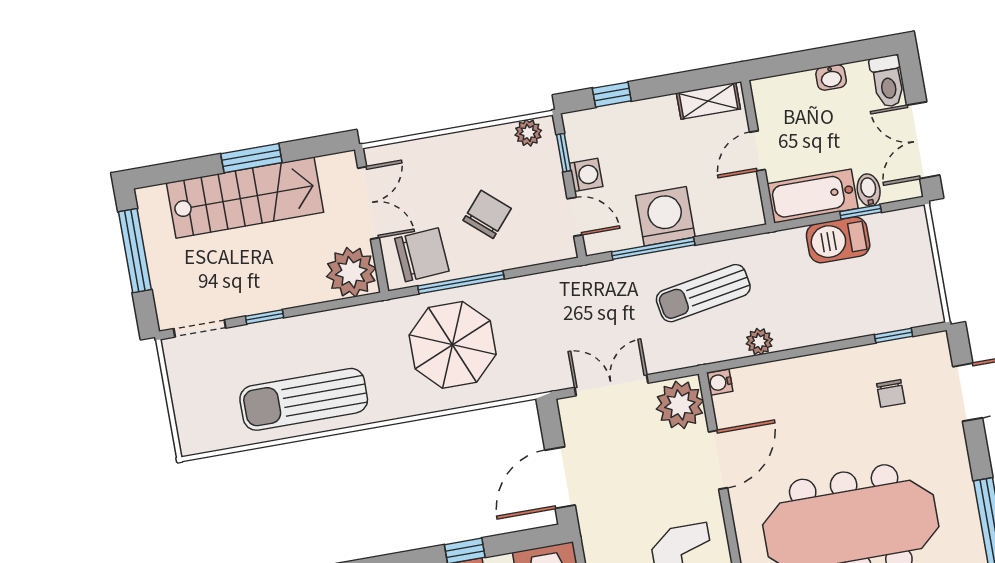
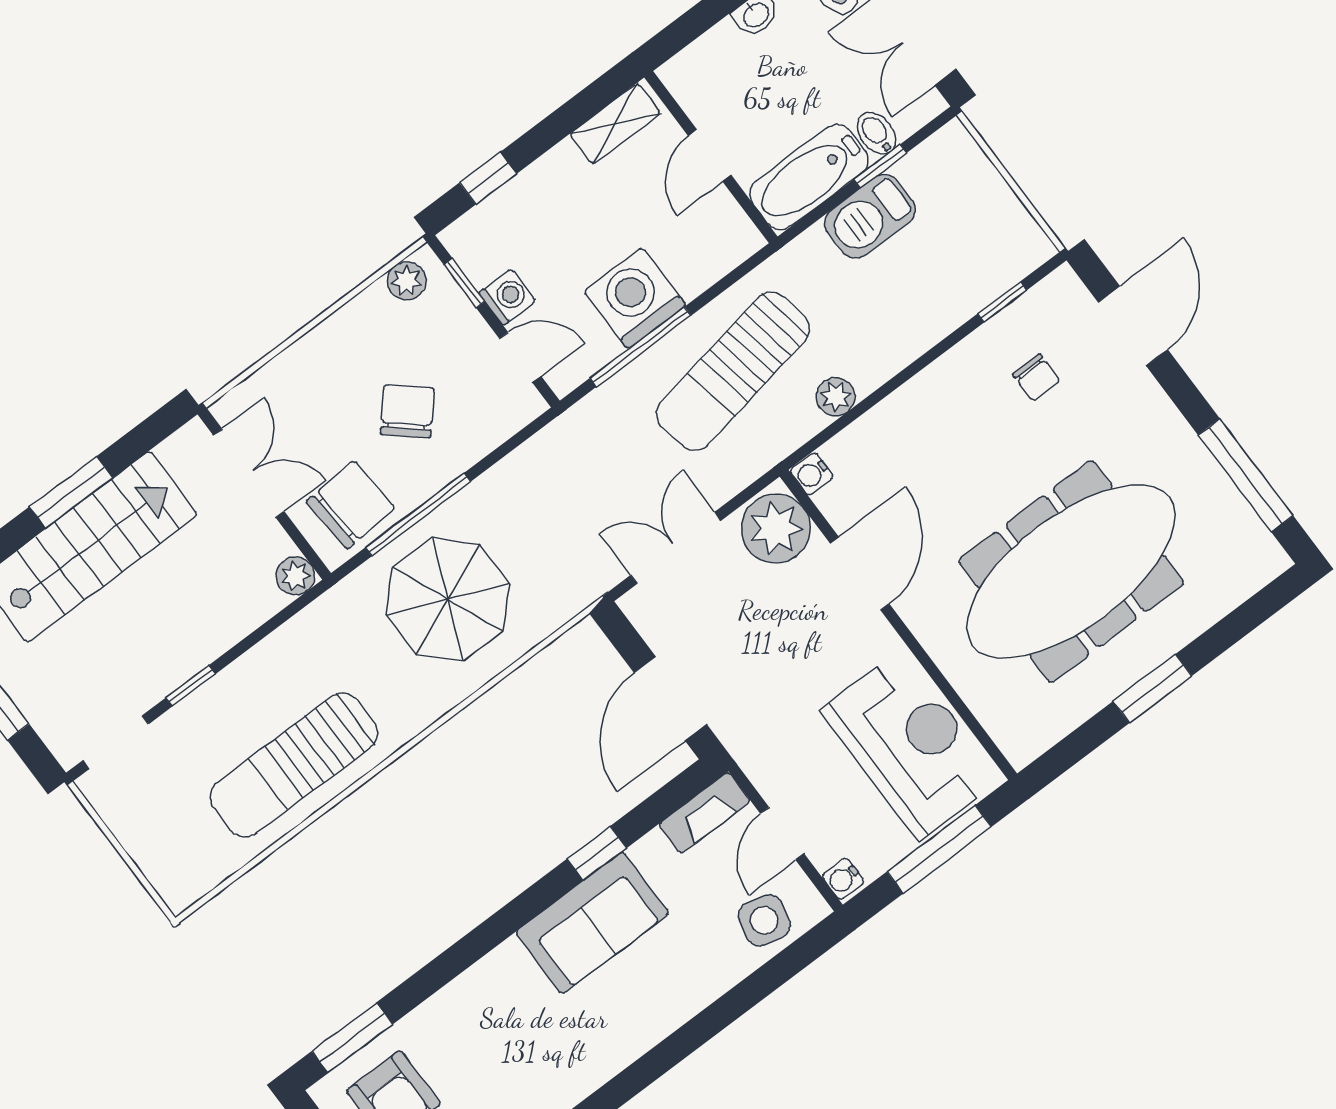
plant: (351, 272) -> (295, 576), width x0.53, depth x0.53
sun lounger: (703, 293) -> (733, 371), width x1.36, depth x1.34

